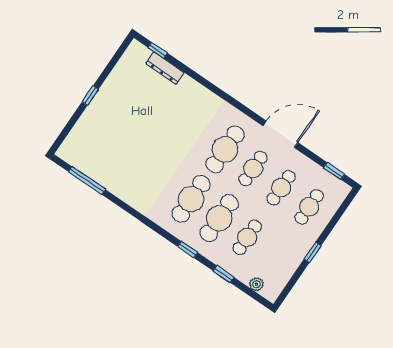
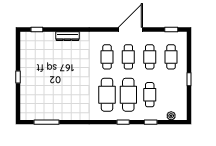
dresser: (165, 68) -> (67, 36), moved
cafe table: (225, 149) -> (107, 57), width x0.73, depth x0.74

